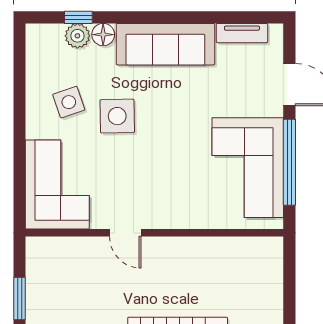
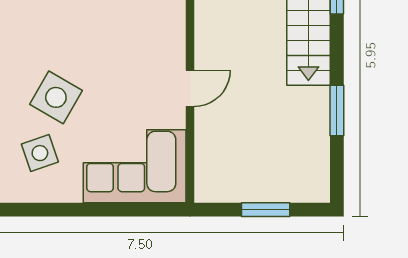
side table: (117, 116) -> (56, 97), turned 31

